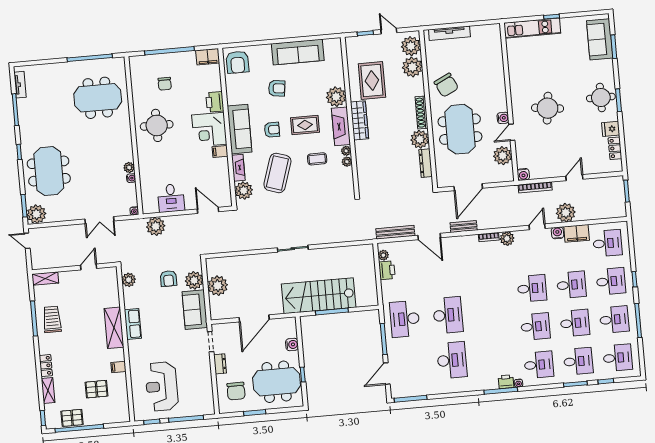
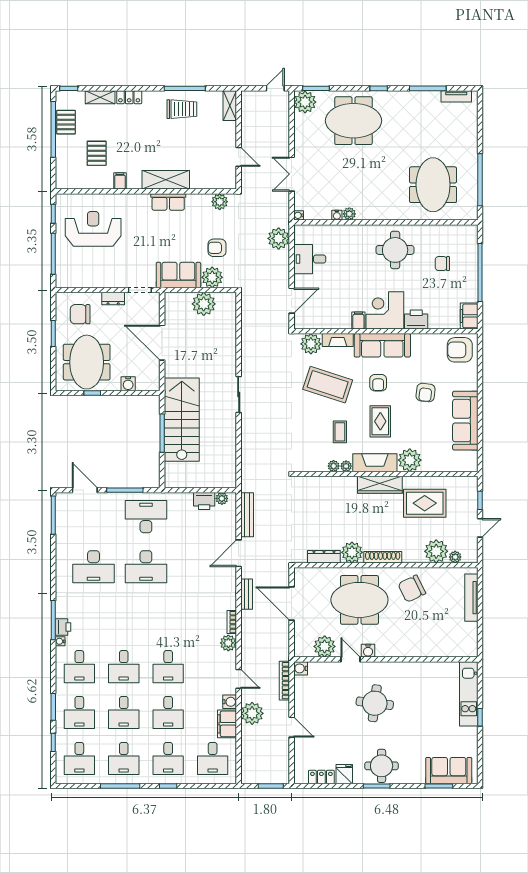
plant: (411, 46) -> (455, 557), width x0.53, depth x0.53

